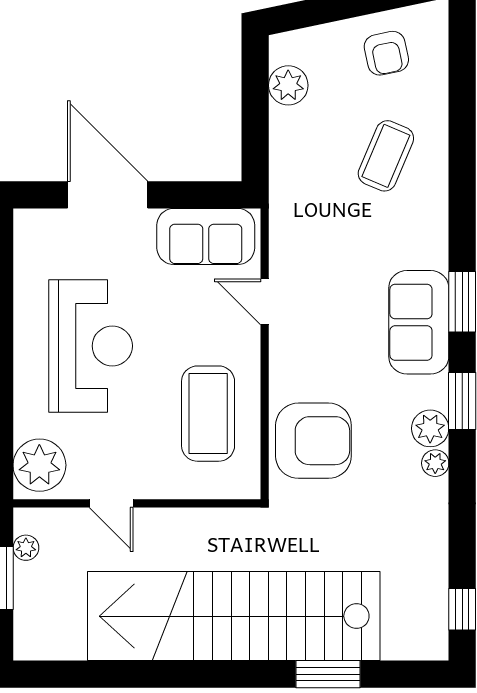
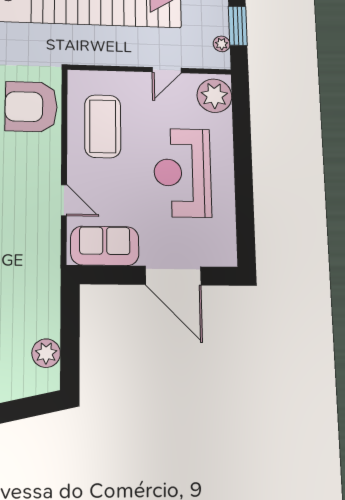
door: (111, 503) -> (167, 70), swing flipped

